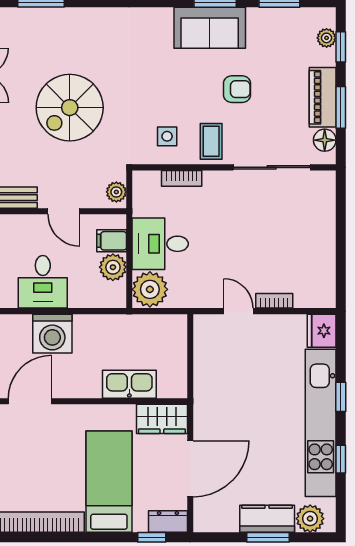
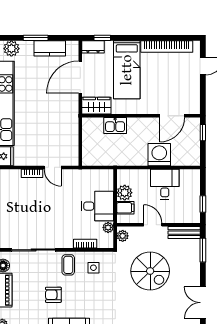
spiral stairs: (70, 108) -> (150, 271), moved, turned 90
plant: (150, 289) -> (108, 227), moved, width x0.53, depth x0.53
kitchen sink: (129, 384) -> (115, 126), width x0.73
kitchen counter: (267, 519) -> (50, 48), moved

